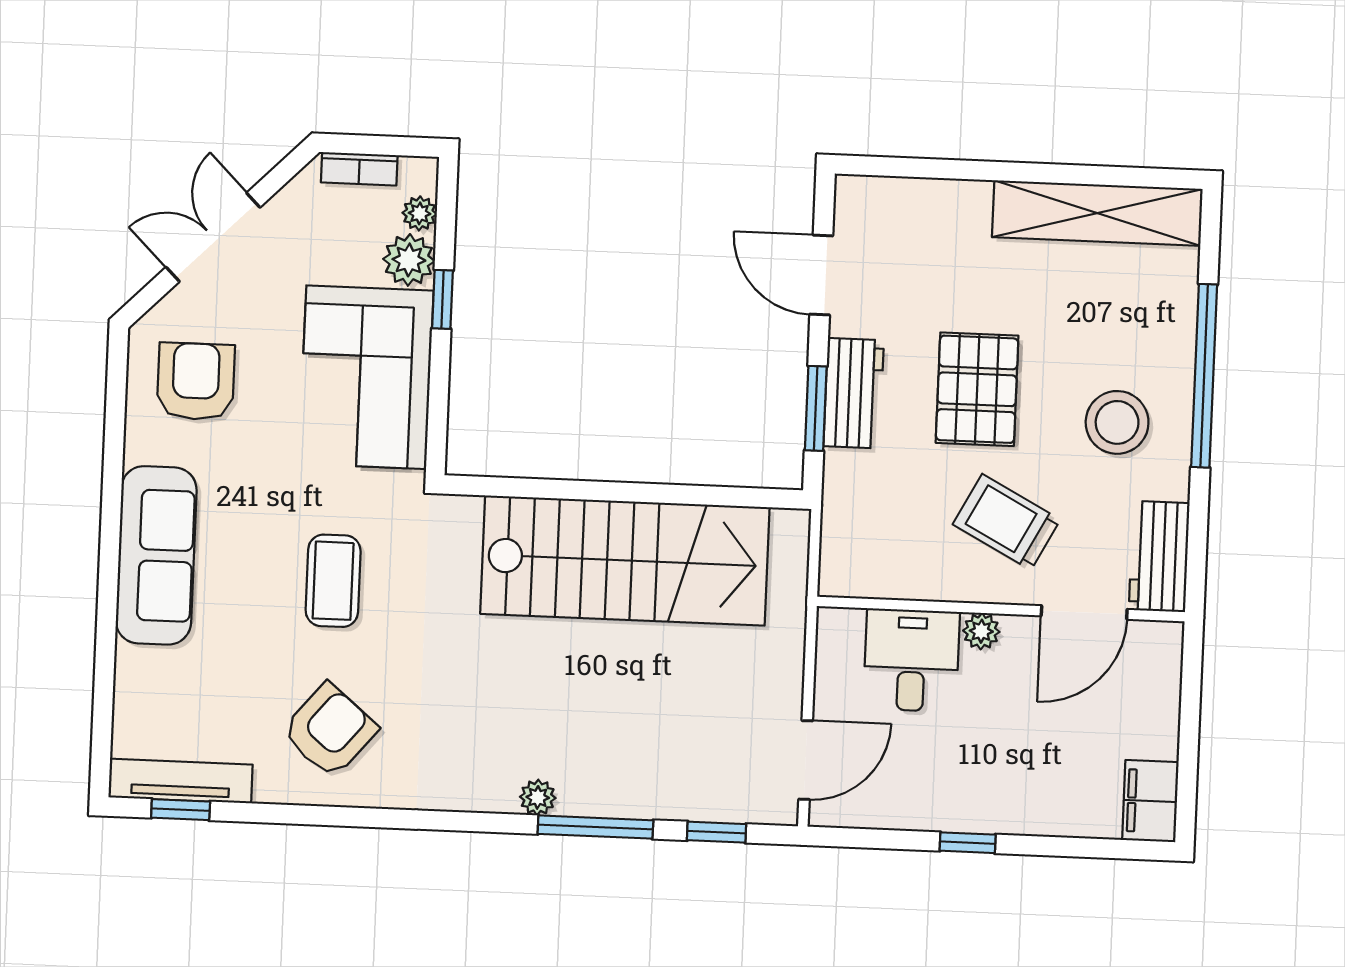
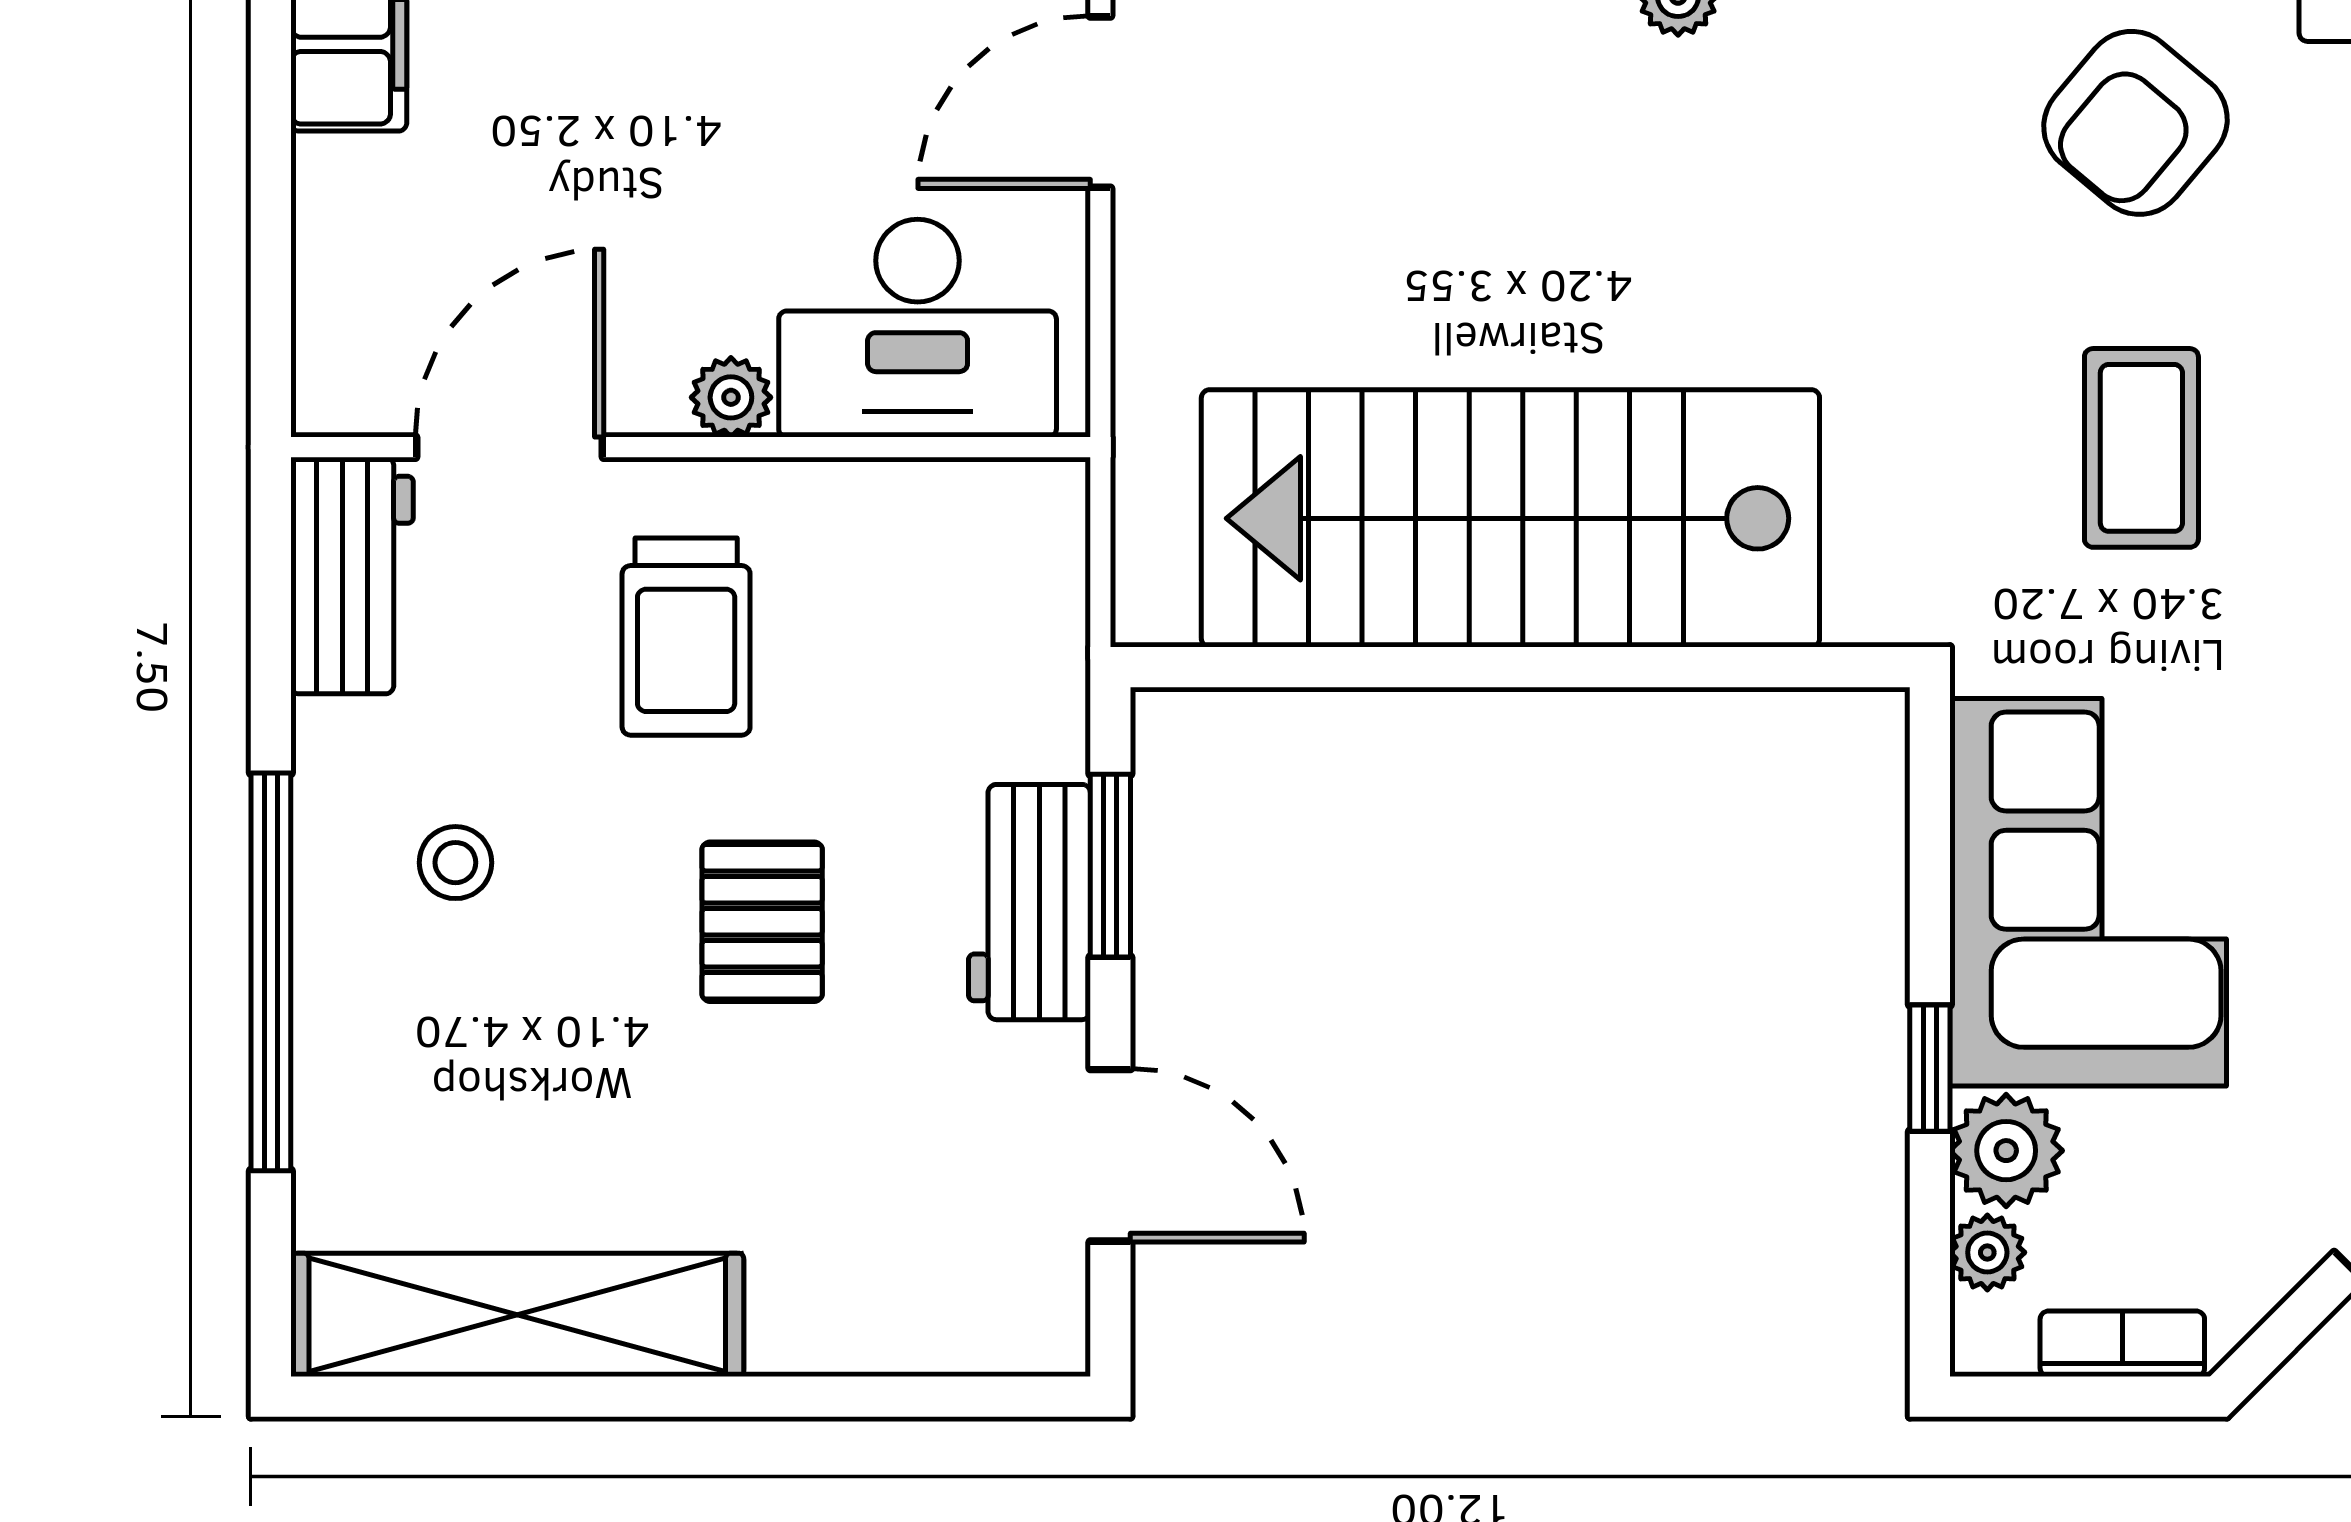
pallet: (977, 389) -> (762, 922), width x0.67, depth x0.71
stool: (1117, 422) -> (455, 863), width x0.53, depth x0.53
trolley: (1007, 522) -> (686, 637), turned 62
desk: (911, 660) -> (918, 328), width x1.37

